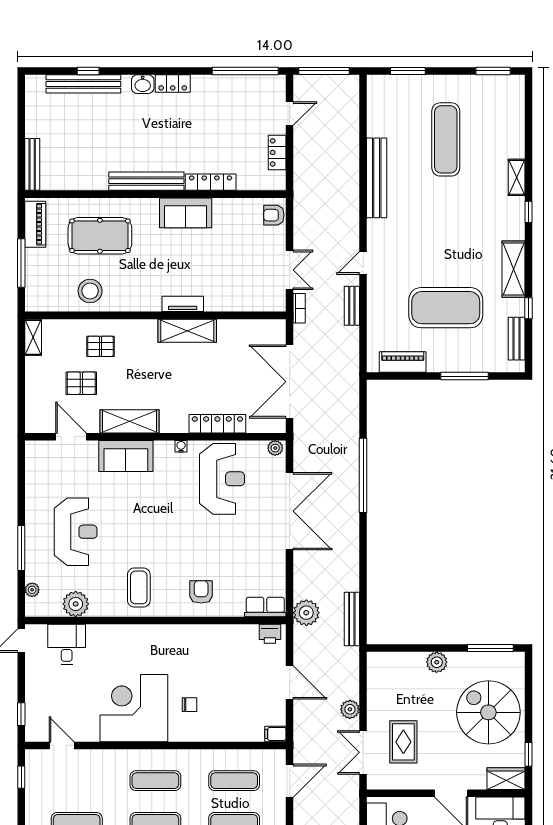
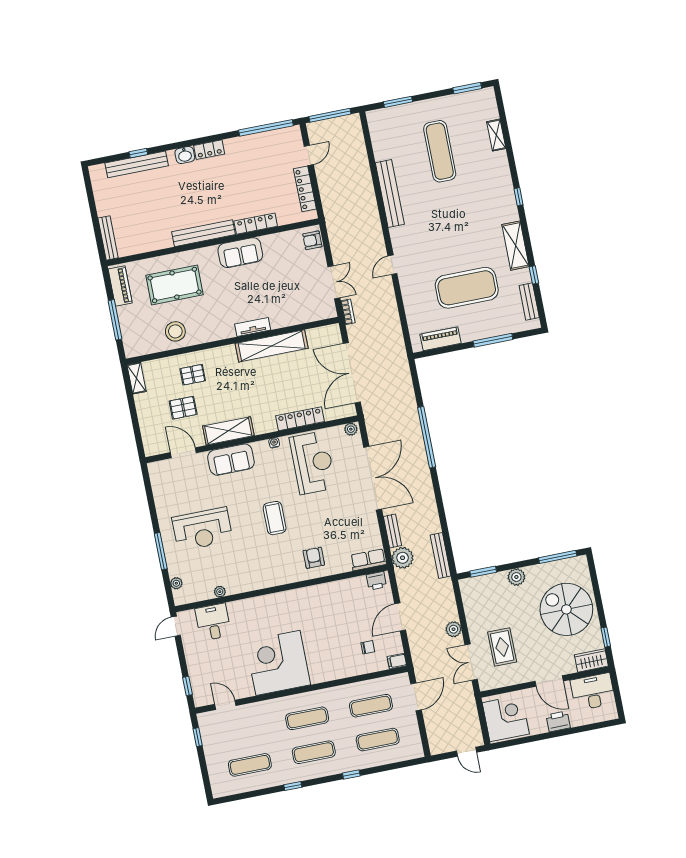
locker: (277, 152) -> (305, 189), width x1.53
shelving: (517, 177) -> (496, 135), moved
bench: (352, 306) -> (393, 531), moved
shelving: (187, 331) -> (272, 346), width x1.47
reception desk: (76, 532) -> (202, 529), turned 90
coffee table: (139, 587) -> (275, 518), moved
plant: (76, 604) -> (220, 592), width x0.53, depth x0.53
window: (399, 648) -> (483, 572), added
door: (290, 682) -> (400, 617), swing flipped
chair: (189, 705) -> (368, 647), moved

